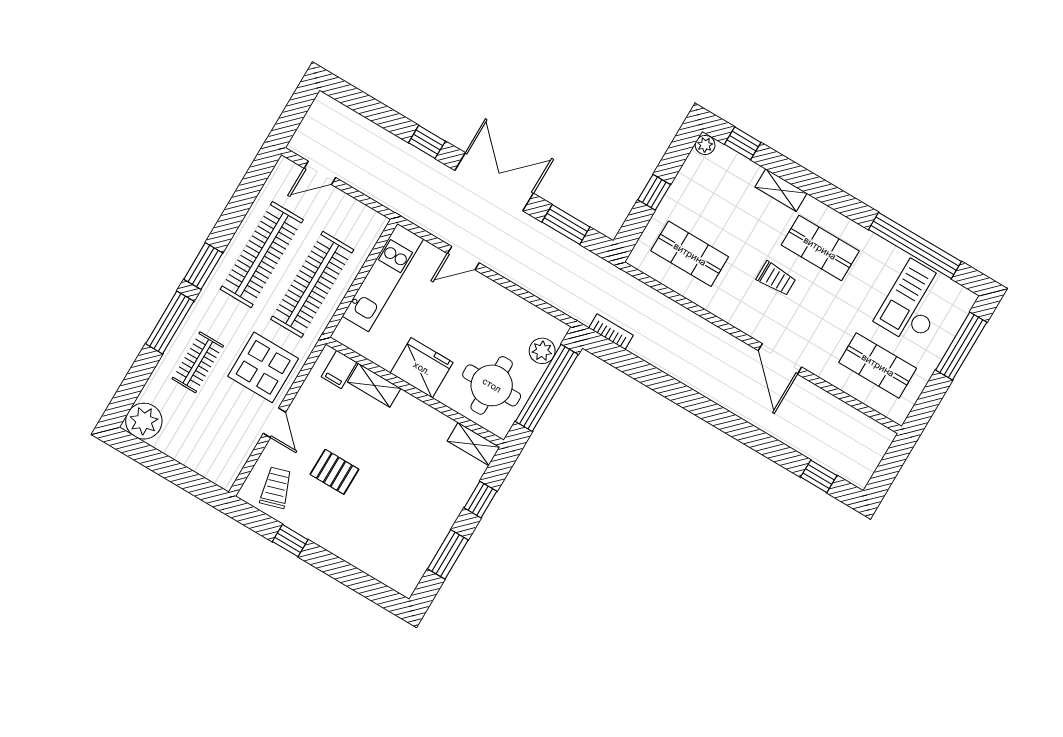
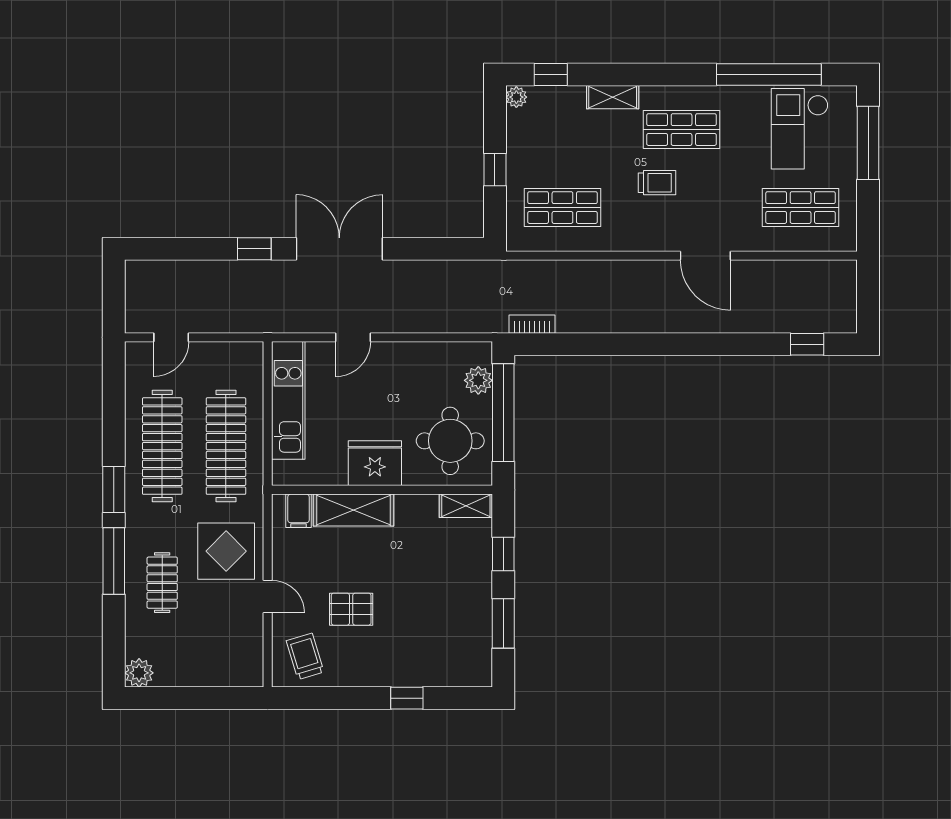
window: (566, 224) -> (430, 249), removed
shelving: (374, 385) -> (354, 510), width x1.50, depth x1.33
plant: (144, 421) -> (139, 673), width x0.73, depth x0.73
window: (290, 541) -> (407, 698), moved

